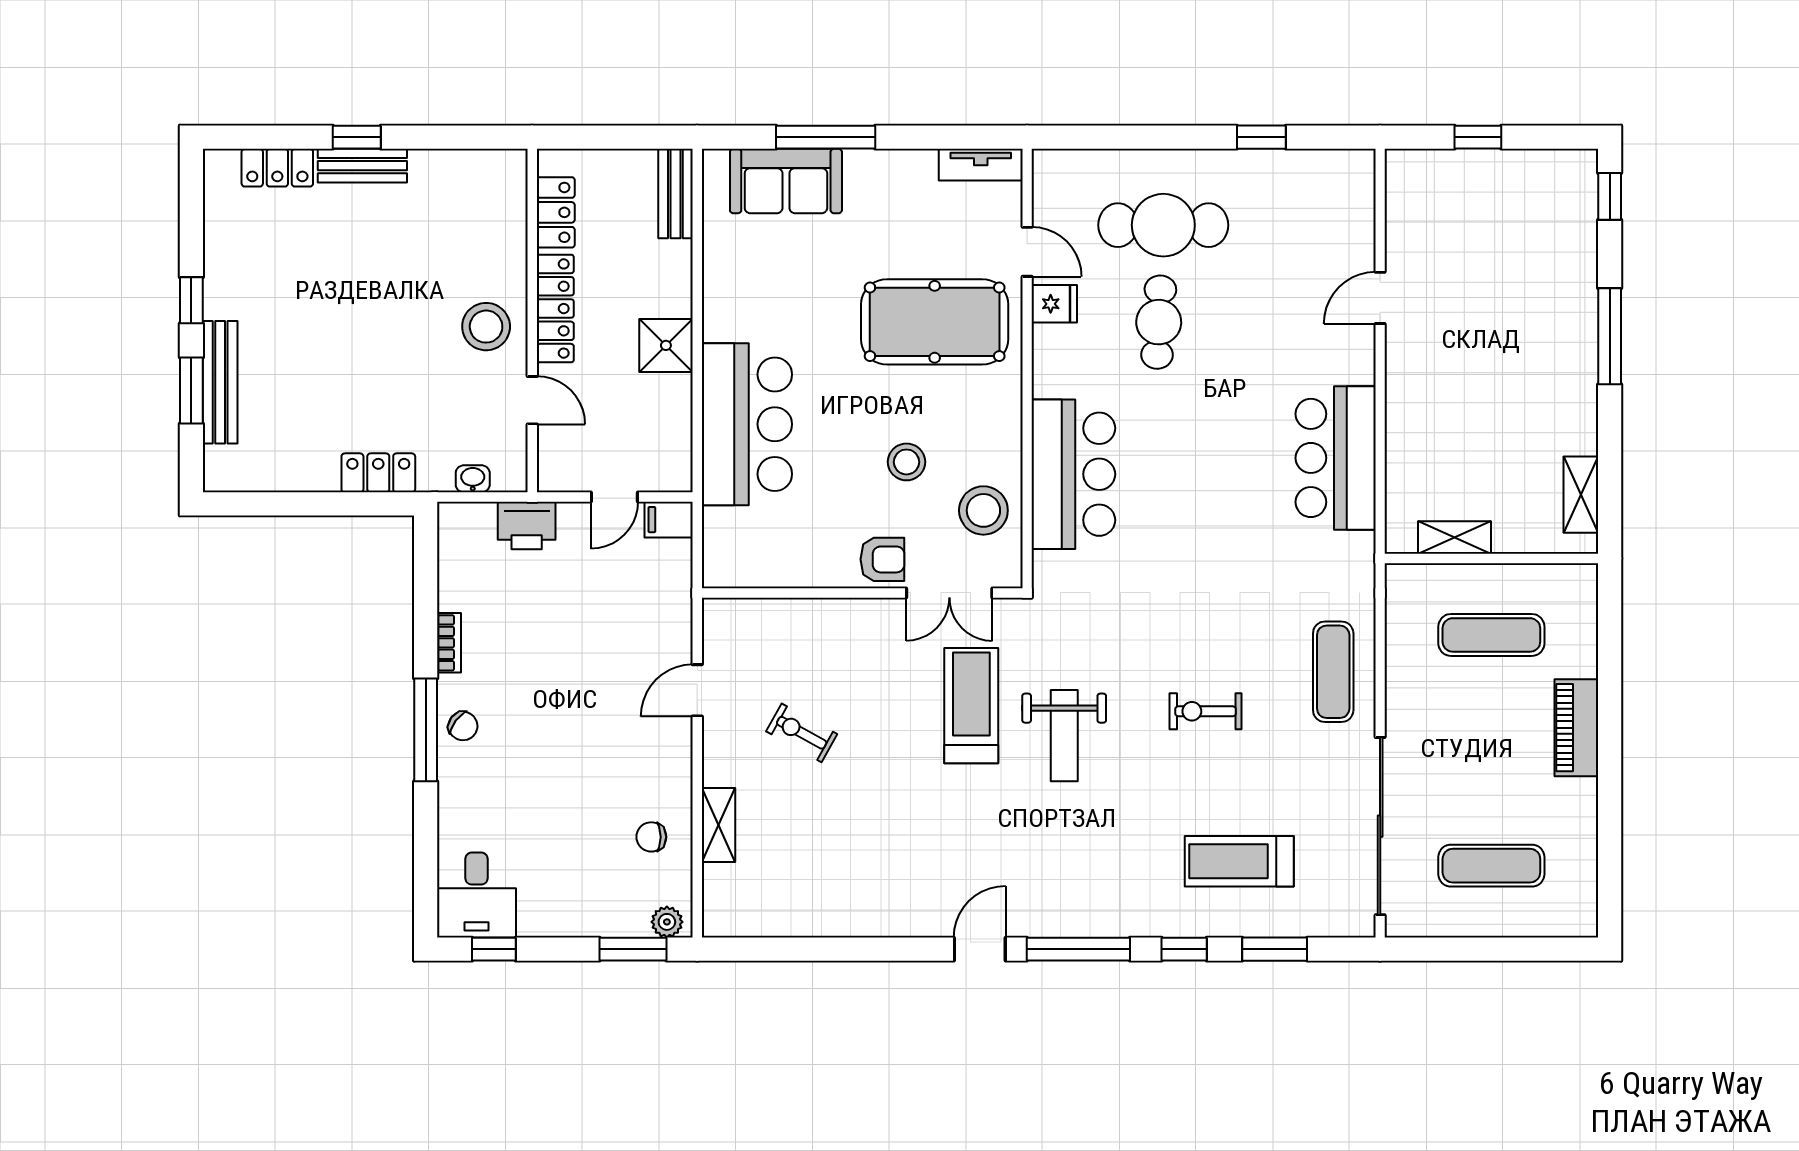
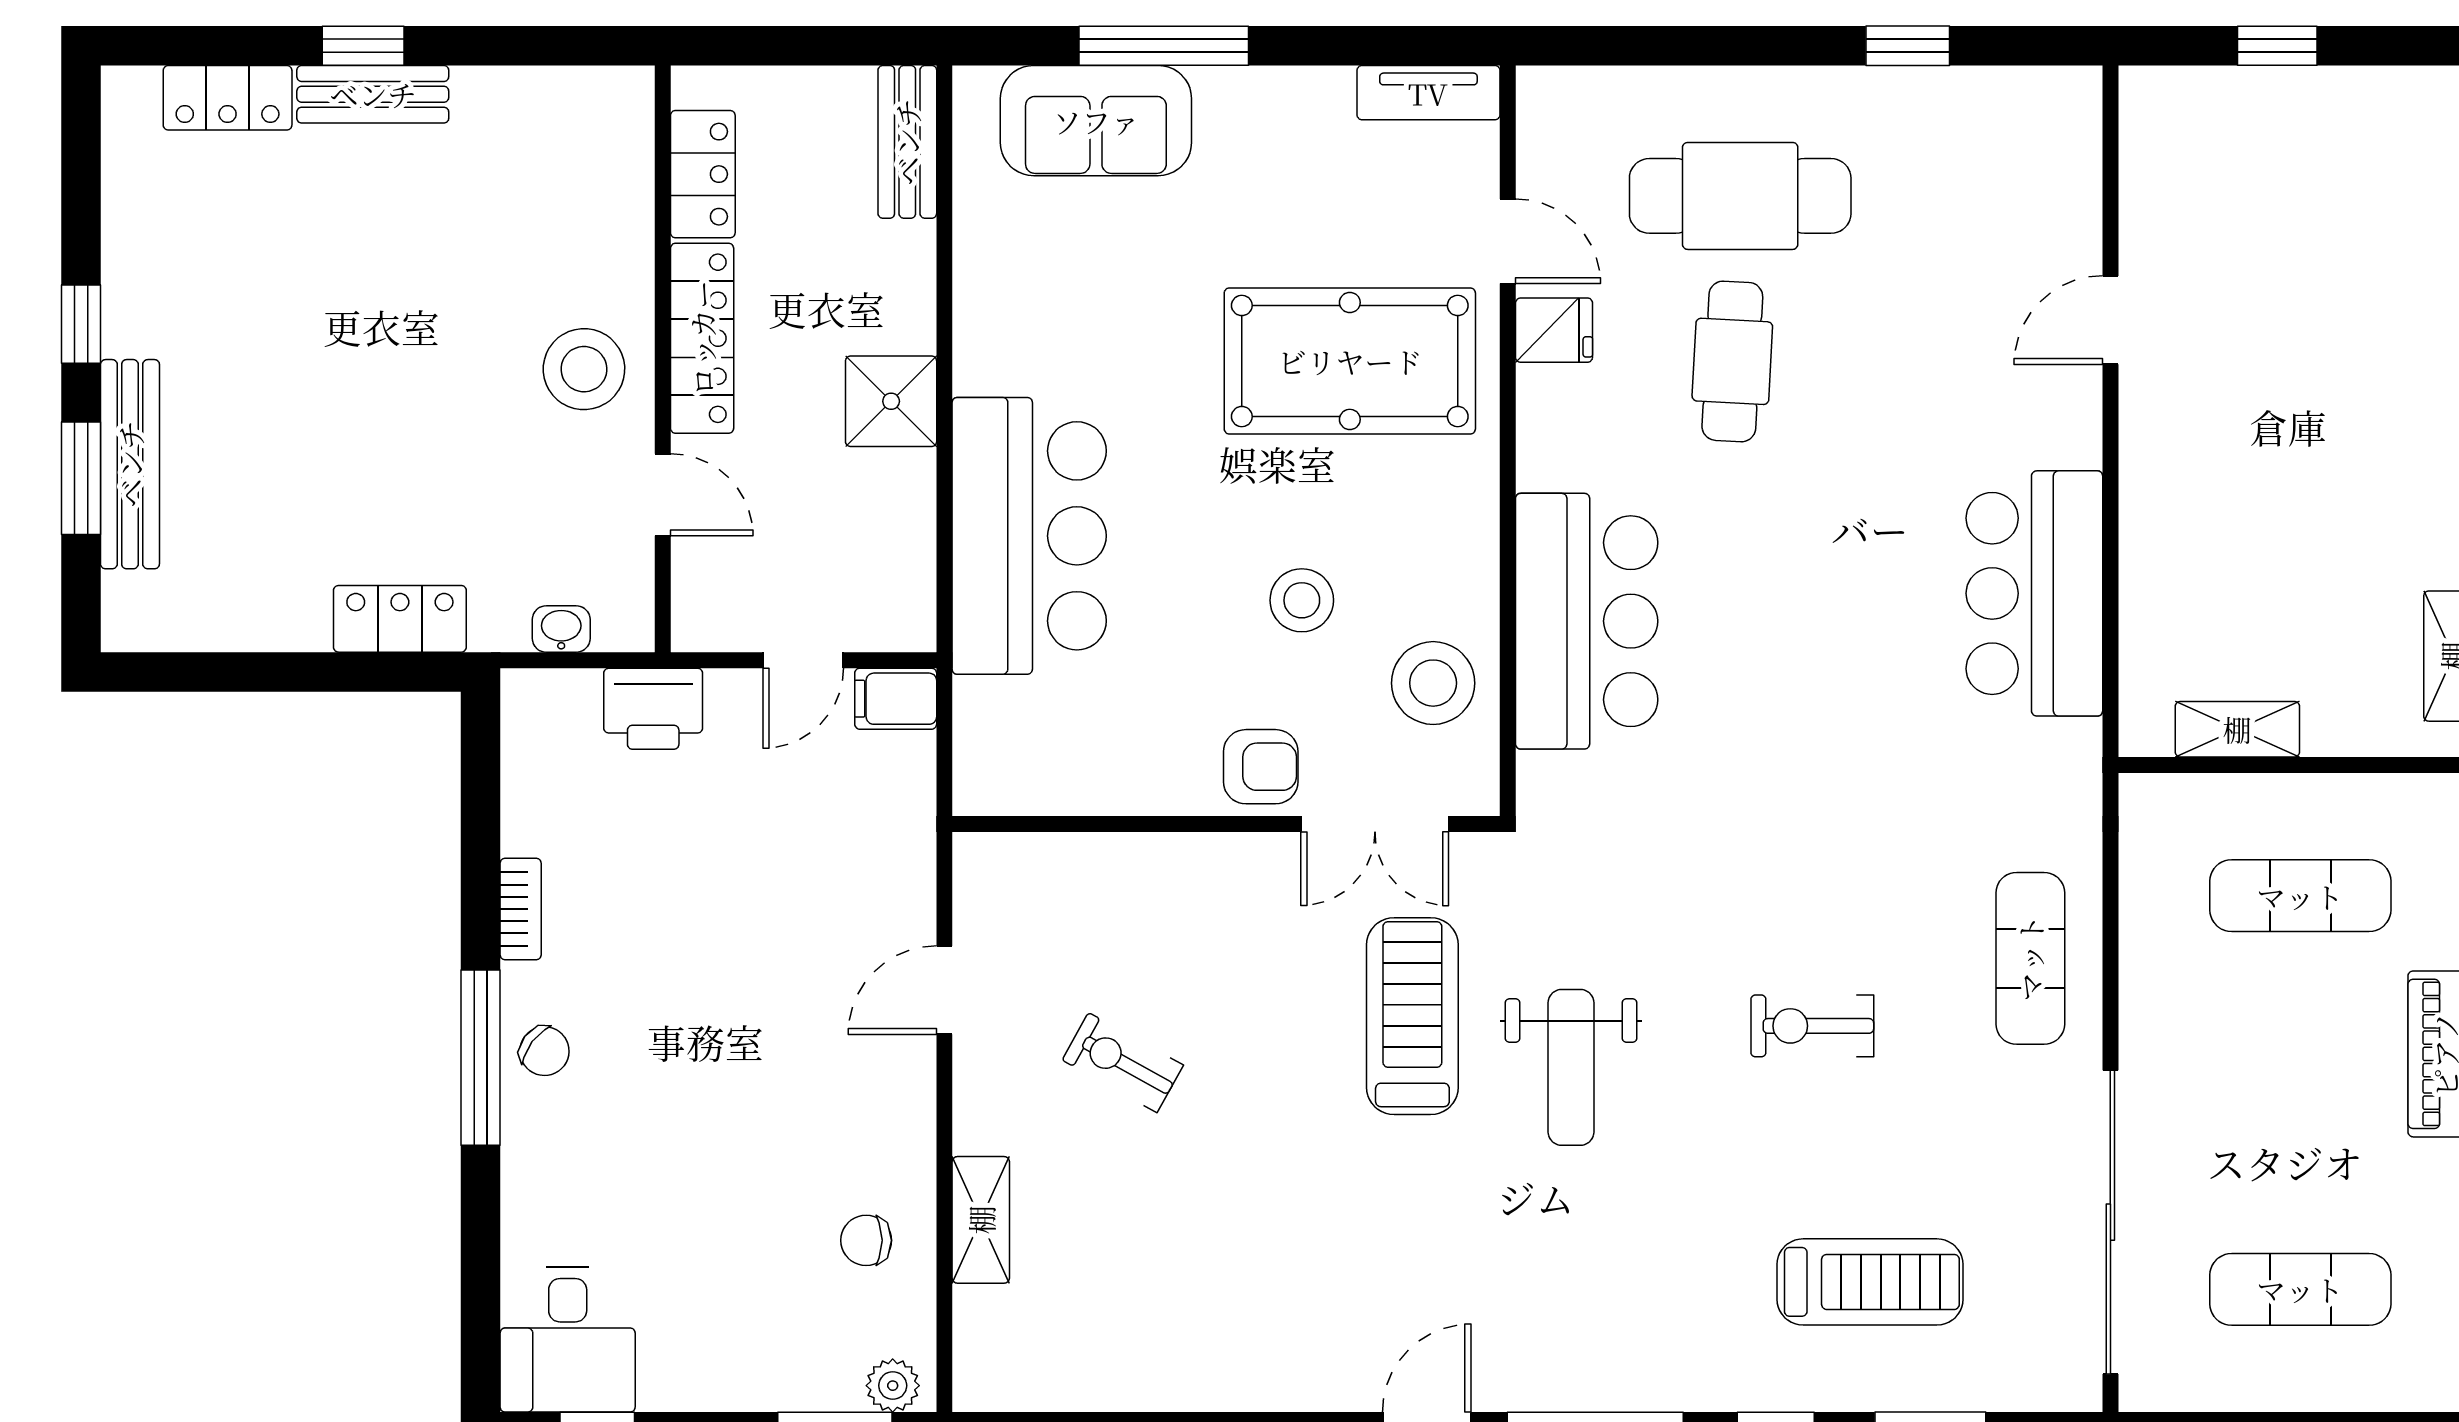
treadmill: (1239, 861) -> (1870, 1282), turned 180

